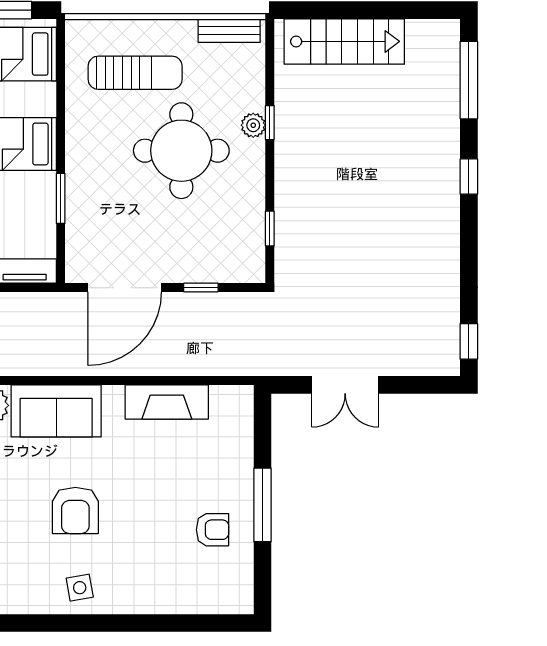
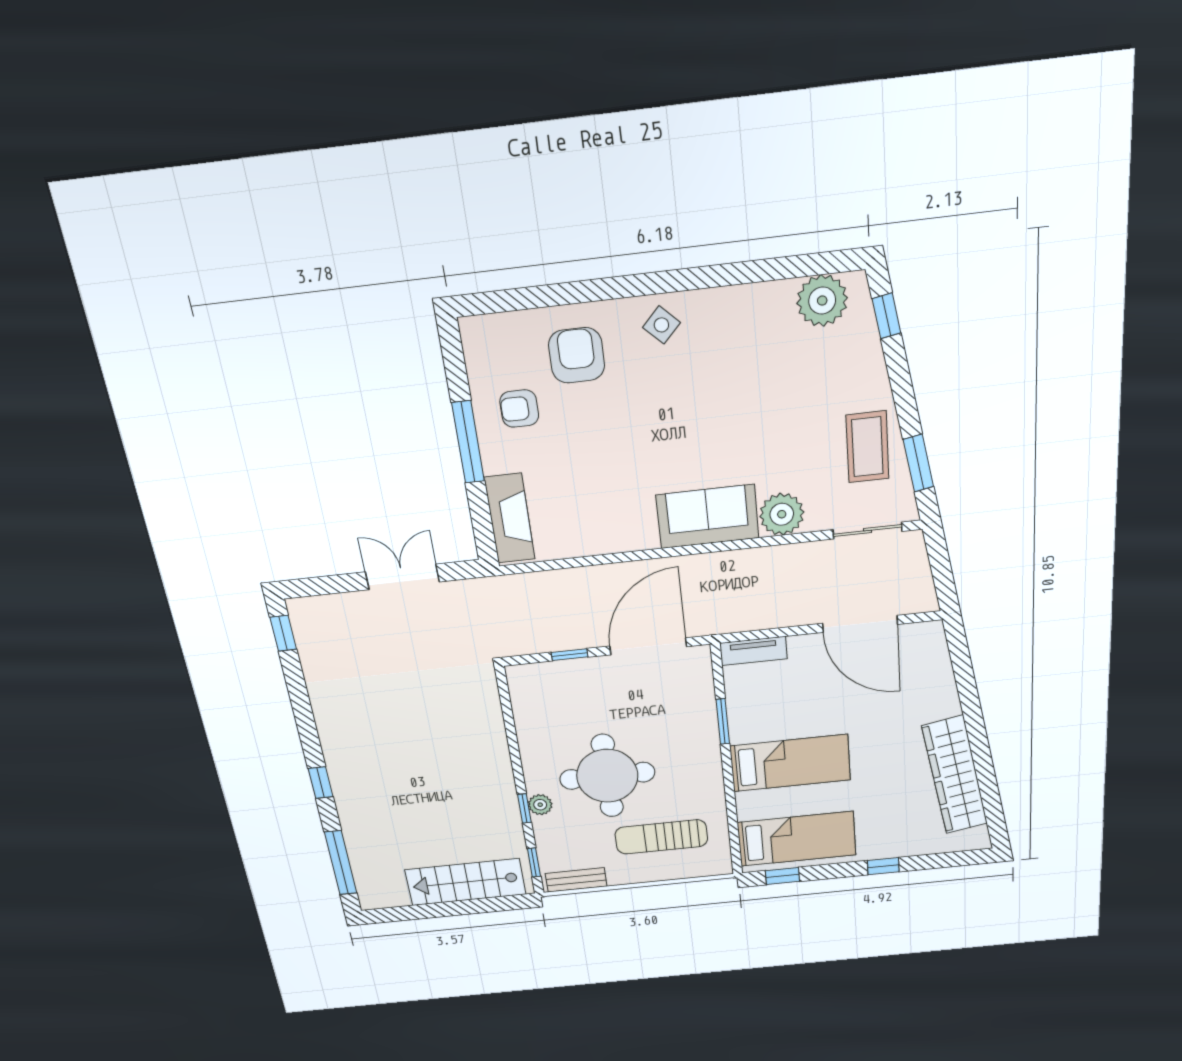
window: (270, 229) -> (534, 863), moved
fireplace: (167, 402) -> (510, 518), moved, turned 90
armchair: (75, 511) -> (577, 355), moved
side table: (80, 588) -> (661, 325), turned -36

